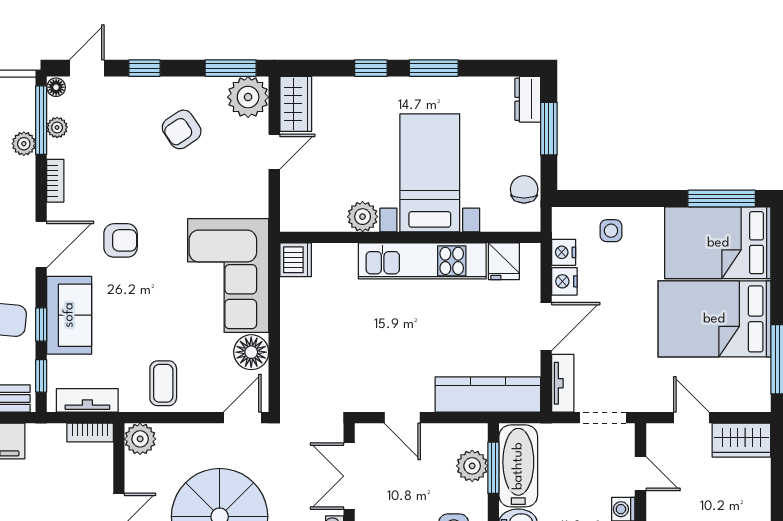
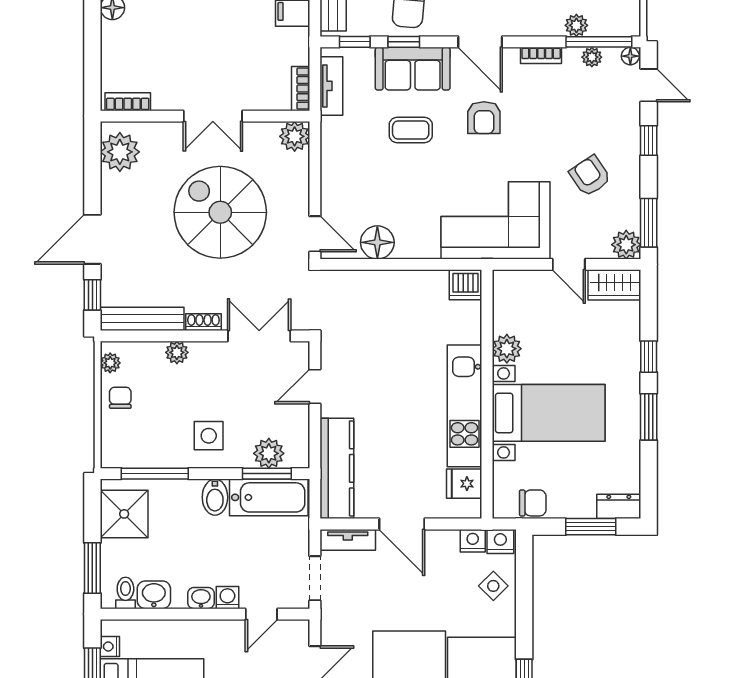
plant: (248, 97) -> (626, 245), width x0.73, depth x0.73
side table: (611, 231) -> (493, 586), turned 45
corner sofa: (228, 276) -> (496, 220), moved
nightstand: (564, 281) -> (500, 541), moved
coffee table: (163, 383) -> (411, 130), moved

